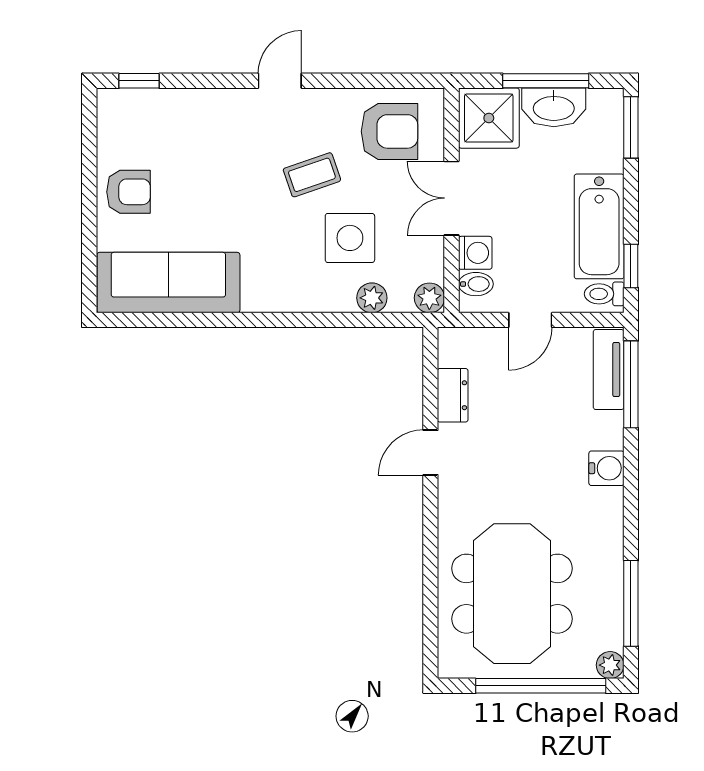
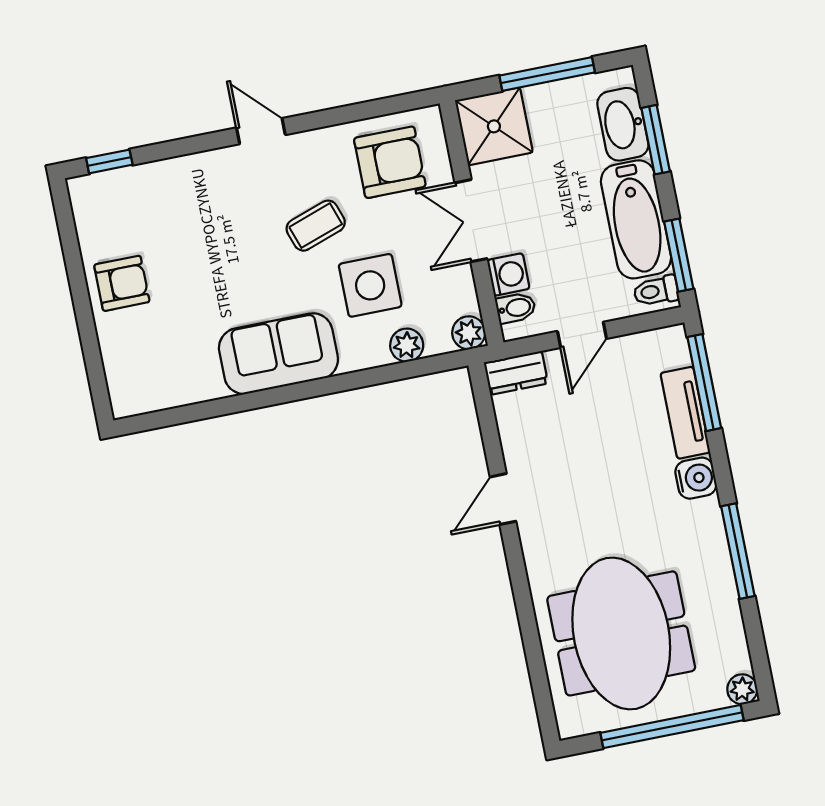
door: (280, 81) -> (261, 131), hinge flipped
washbasin: (554, 107) -> (623, 124), moved, turned 90
window: (631, 127) -> (656, 140), moved
window: (631, 266) -> (679, 255), width x1.50
sofa: (168, 283) -> (278, 354), moved, width x0.73
tv unit: (609, 369) -> (685, 413), moved
dresser: (453, 395) -> (516, 373), moved, turned 90
window: (631, 603) -> (738, 551), moved

